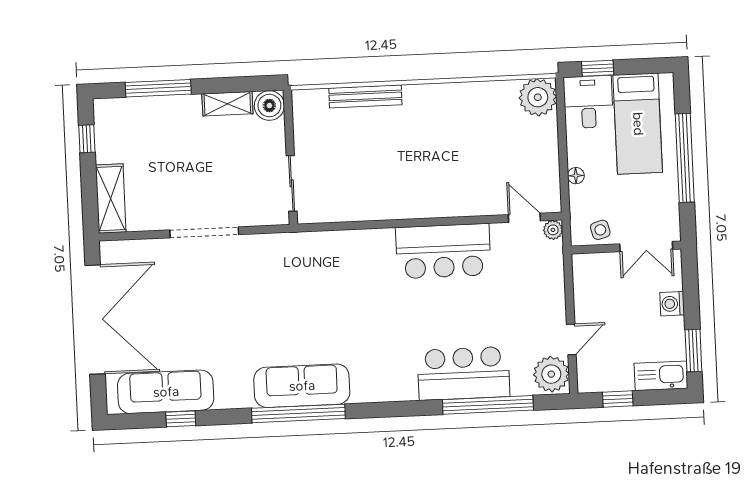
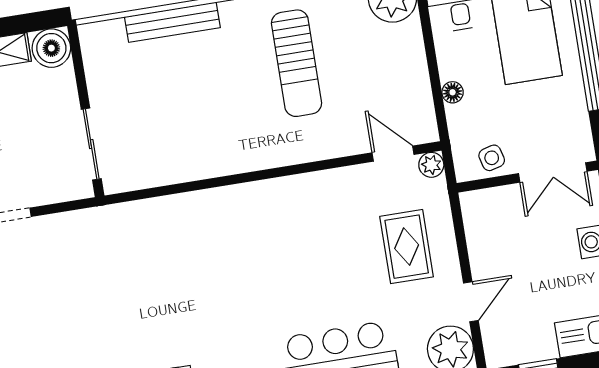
sun lounger: (458, 139) -> (296, 63), added
bar counter: (443, 251) -> (295, 208), removed
rug: (526, 291) -> (407, 247), added

